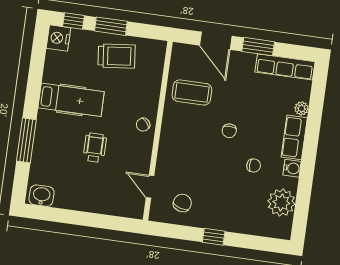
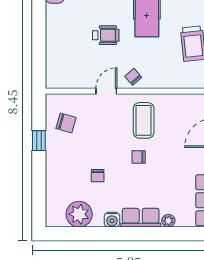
coffee table: (192, 92) -> (144, 120), moved
chair: (254, 166) -> (98, 176), moved
door: (150, 187) -> (106, 91), moved
window: (214, 237) -> (39, 141), moved

